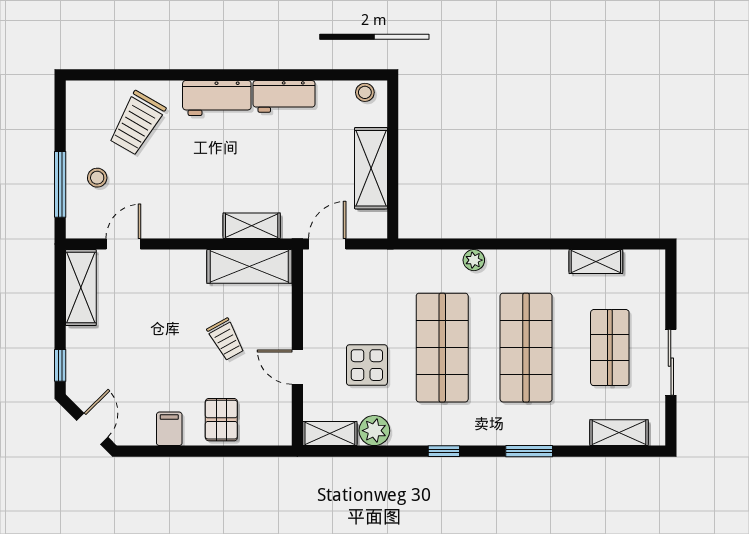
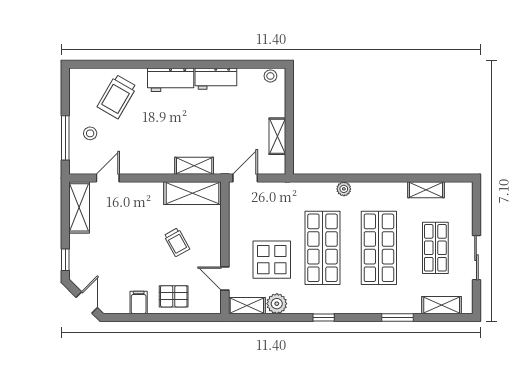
shelving: (371, 168) -> (277, 136), width x0.67, depth x0.75
display table: (367, 365) -> (272, 260), width x1.36, depth x1.36
door: (297, 367) -> (225, 278), moved
pallet: (221, 420) -> (174, 296), turned 90
window: (529, 451) -> (397, 318), moved

